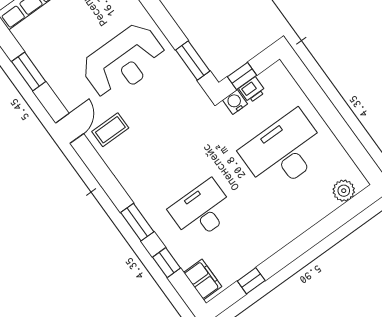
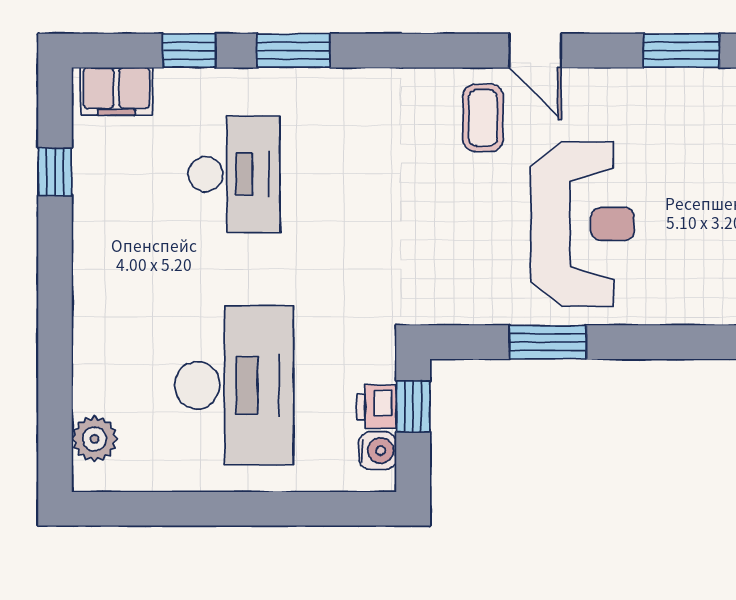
window: (193, 60) -> (548, 342), moved
reception desk: (124, 61) -> (582, 224), turned 180
water cooler: (235, 102) -> (378, 451), moved

